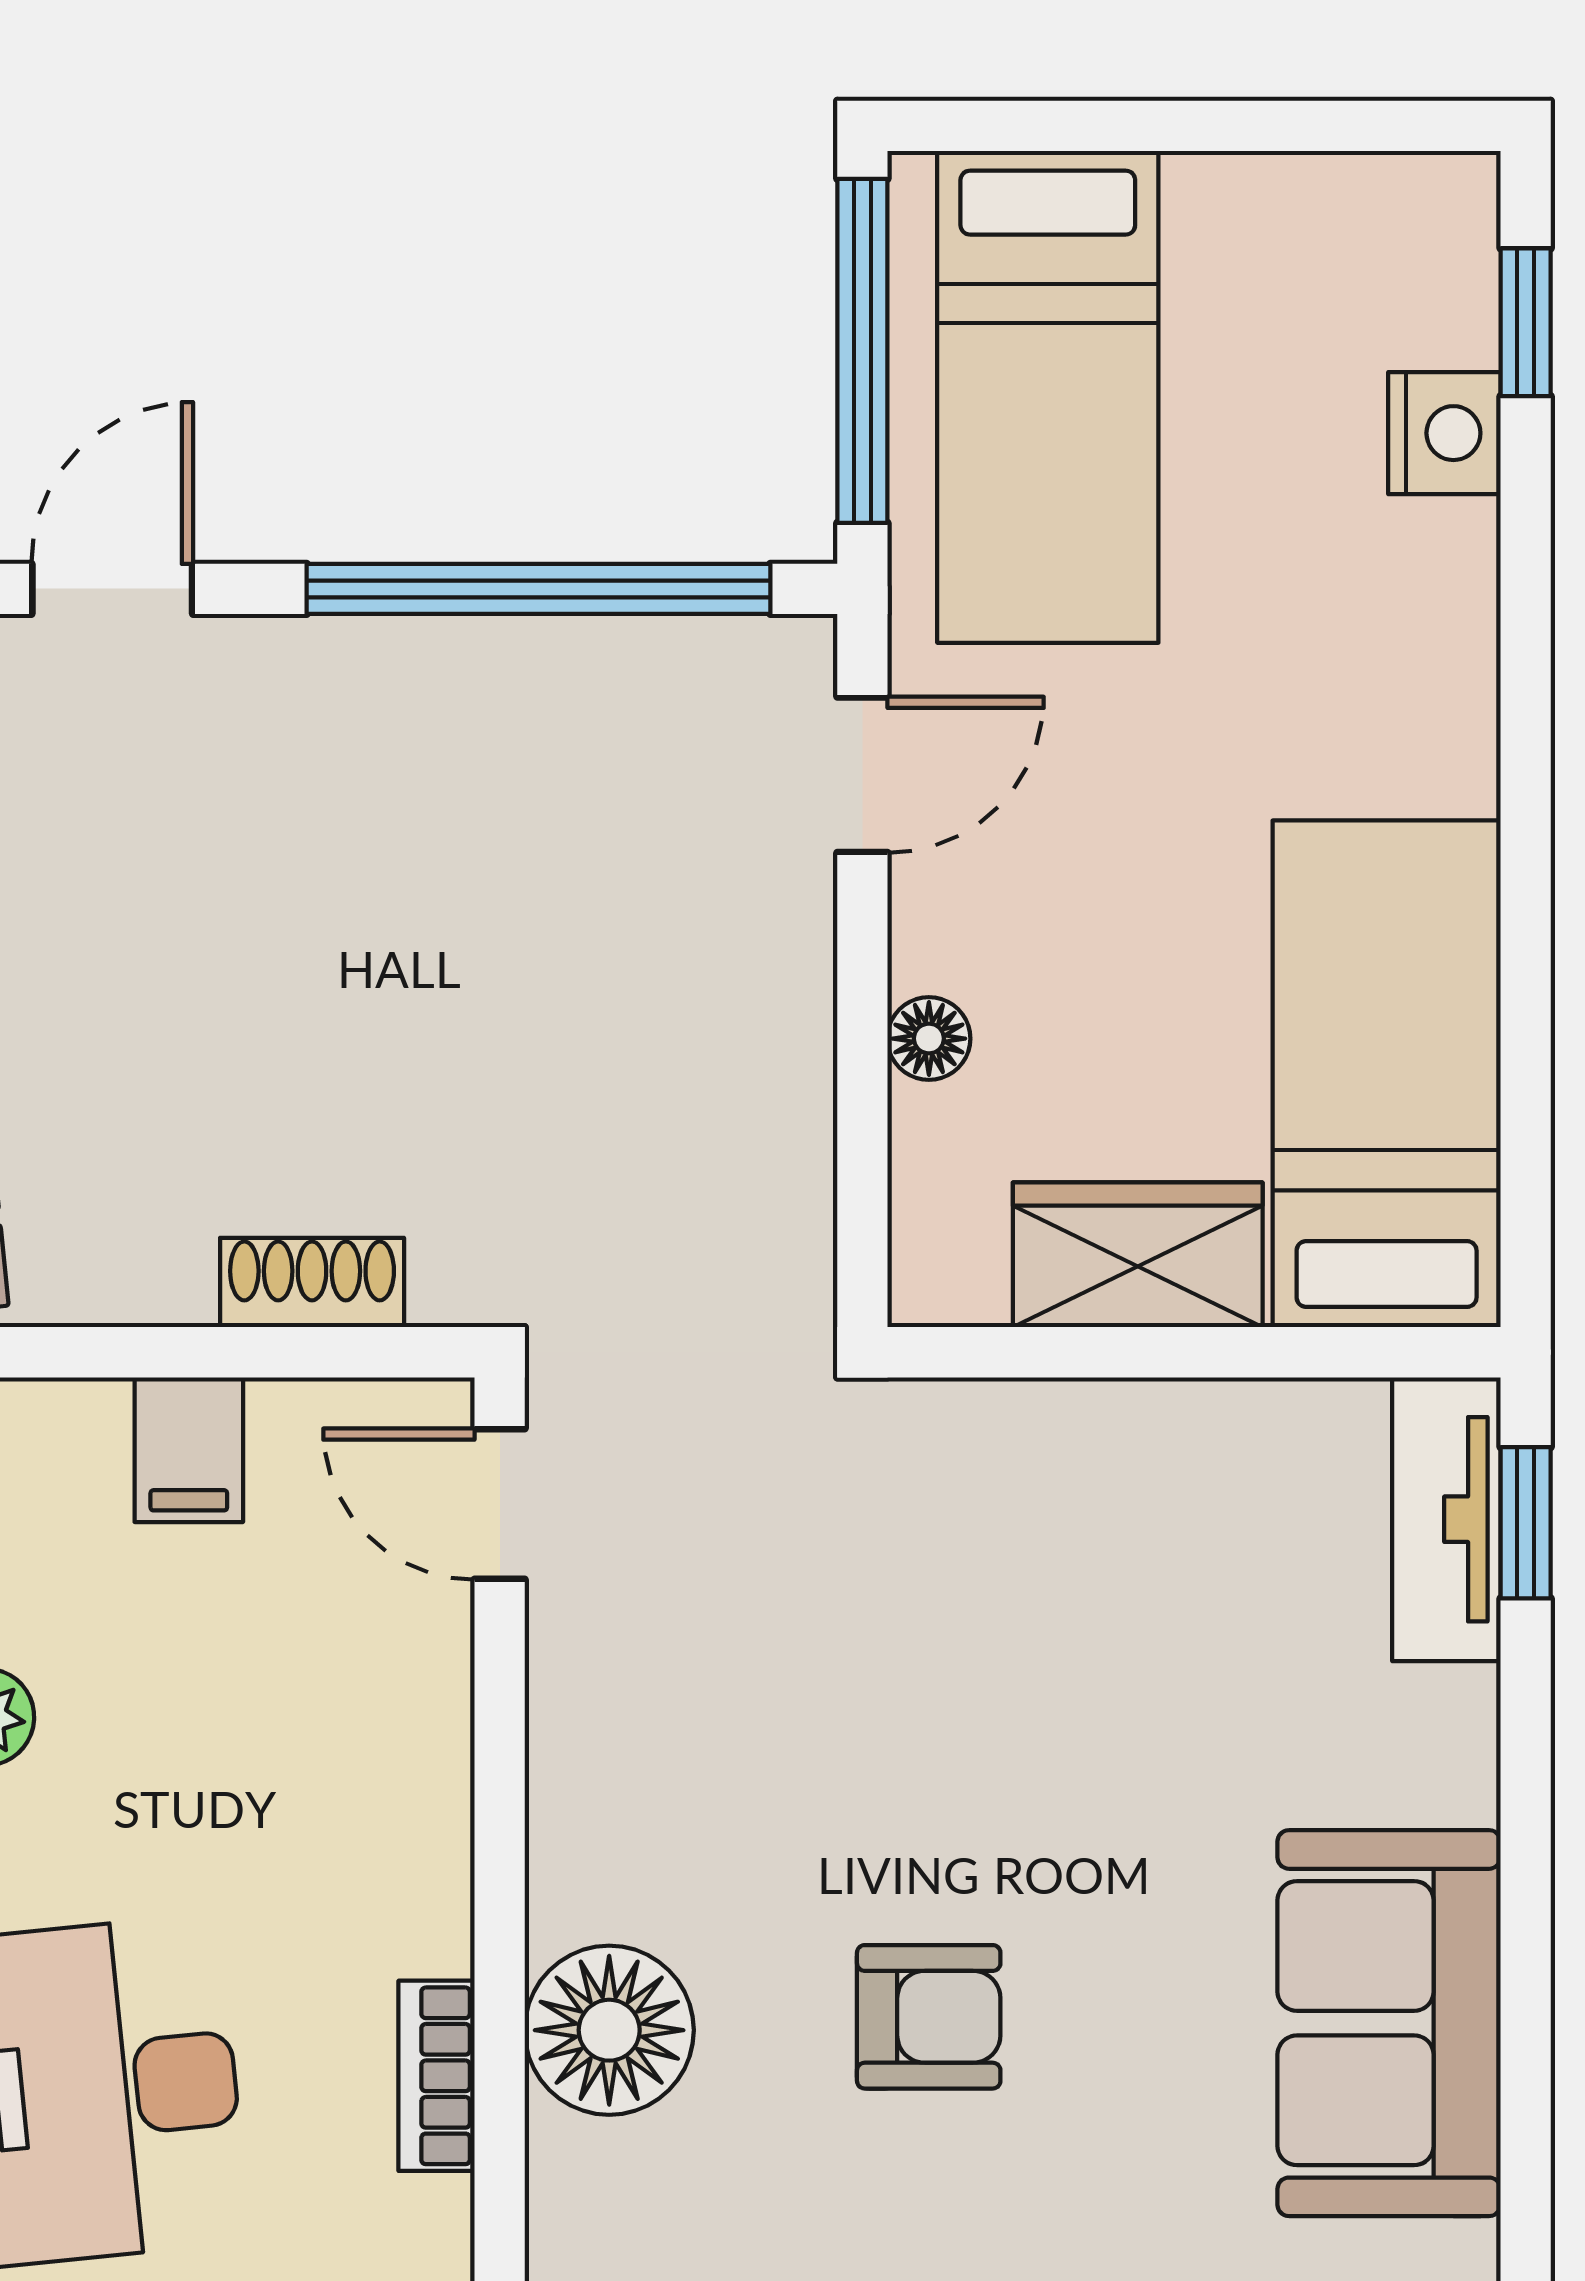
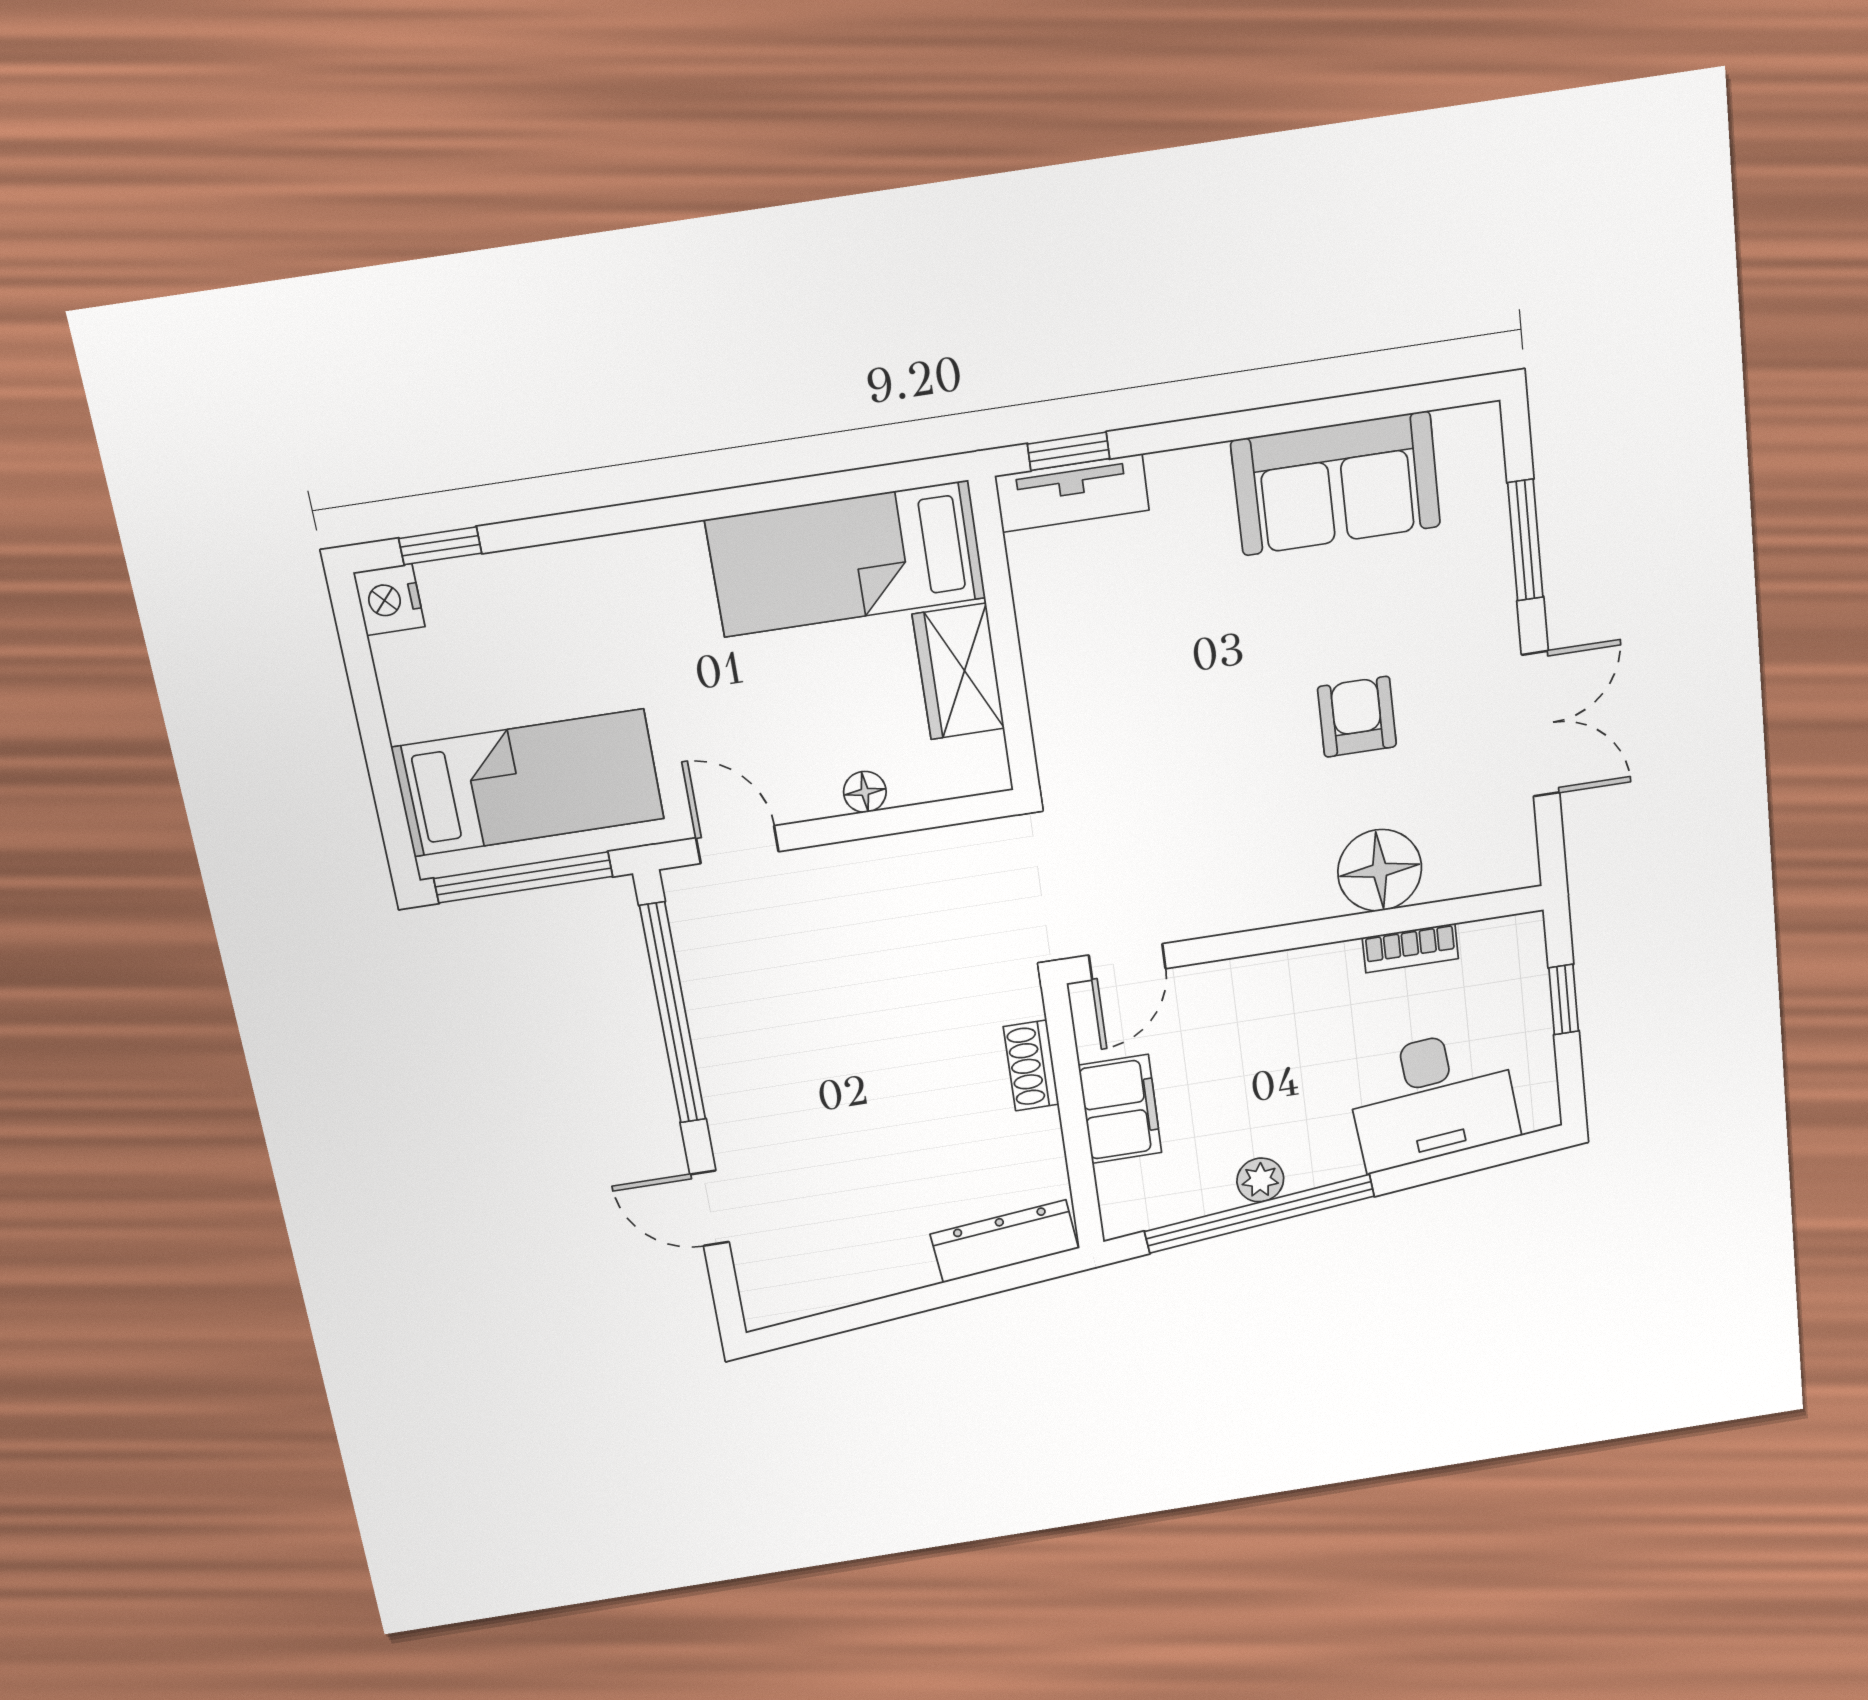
nightstand: (1444, 433) -> (389, 600), moved, turned -90
filing cabinet: (189, 1450) -> (1120, 1109), width x2.00

